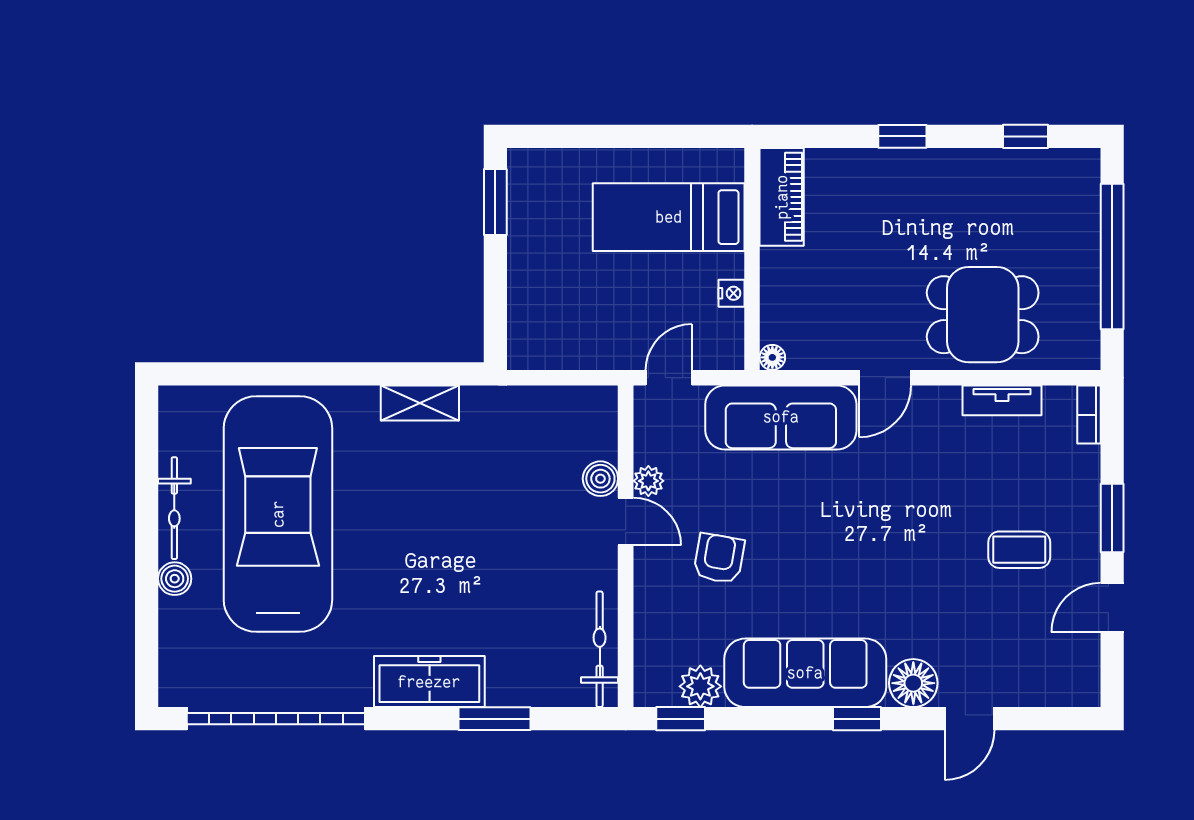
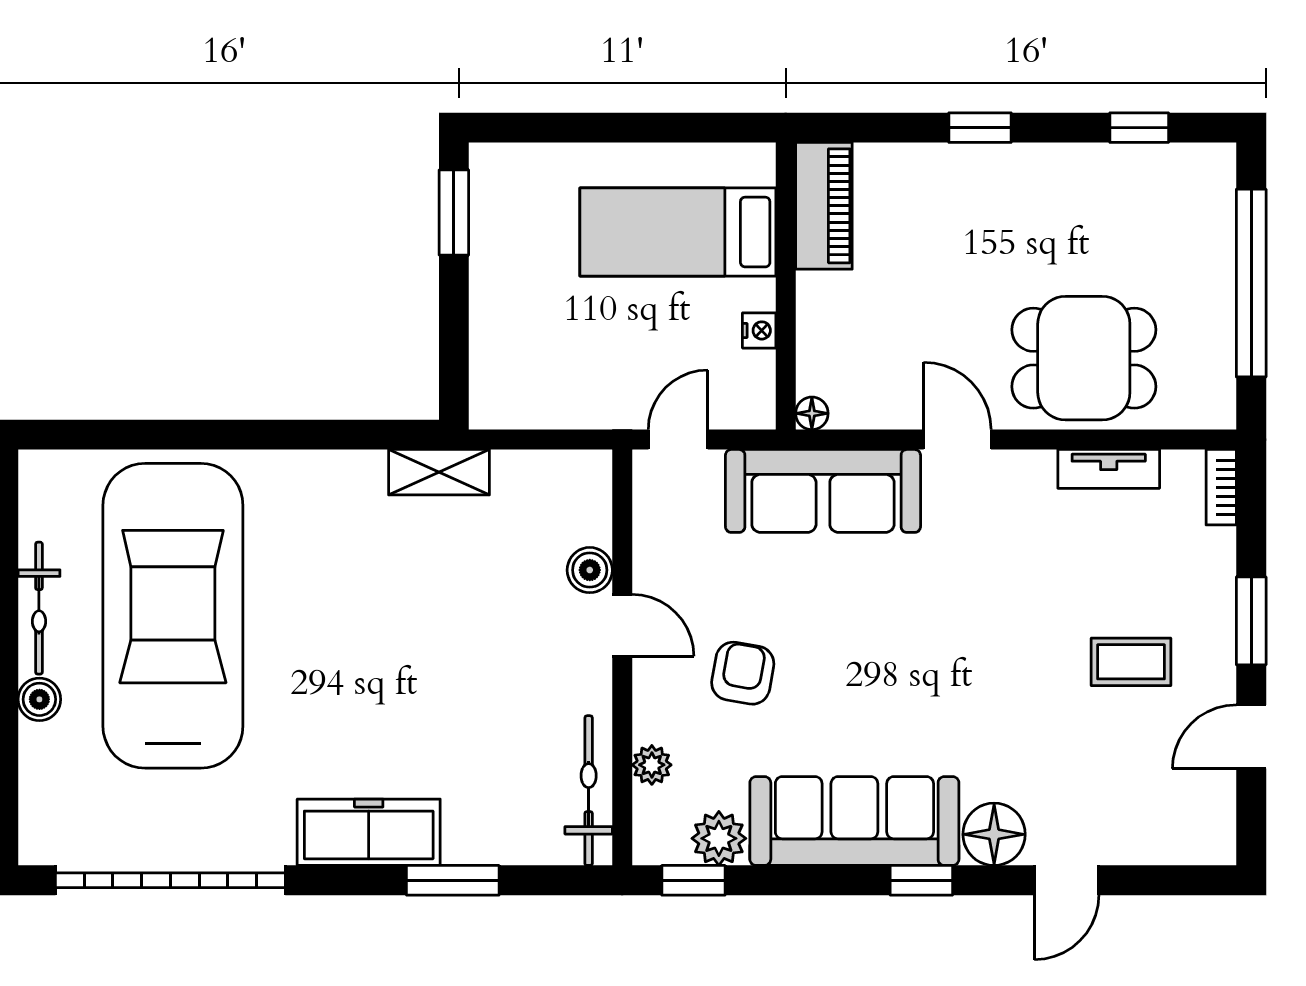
door: (885, 378) -> (957, 440), swing flipped
shelving: (420, 403) -> (439, 472), moved
plant: (648, 481) -> (652, 765), moved

